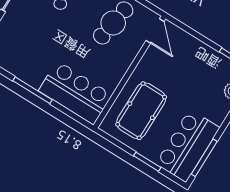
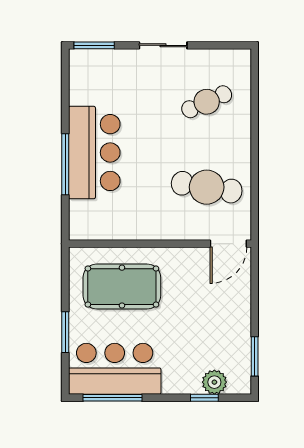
window: (33, 90) -> (65, 164), moved
bar counter: (75, 93) -> (94, 153), moved

